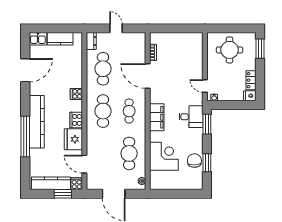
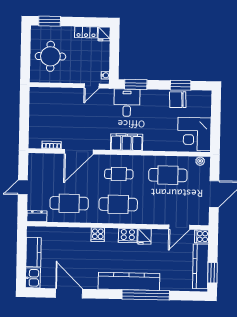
fridge: (73, 139) -> (144, 237), width x0.53, depth x0.75
corner desk: (164, 156) -> (194, 134), moved, turned -90
window: (63, 194) -> (212, 273), moved

